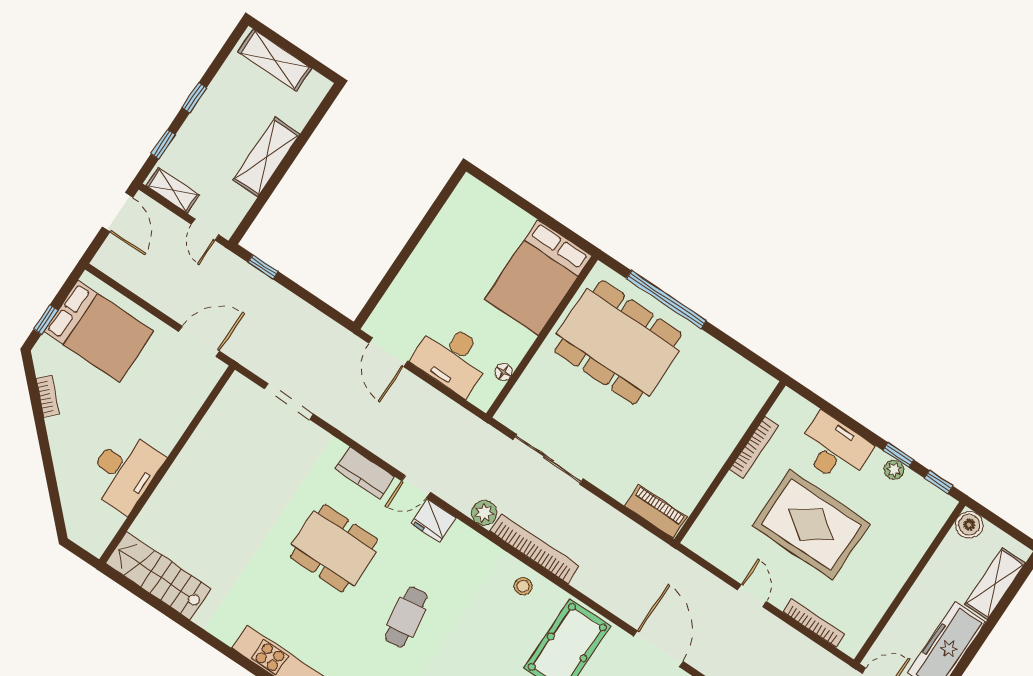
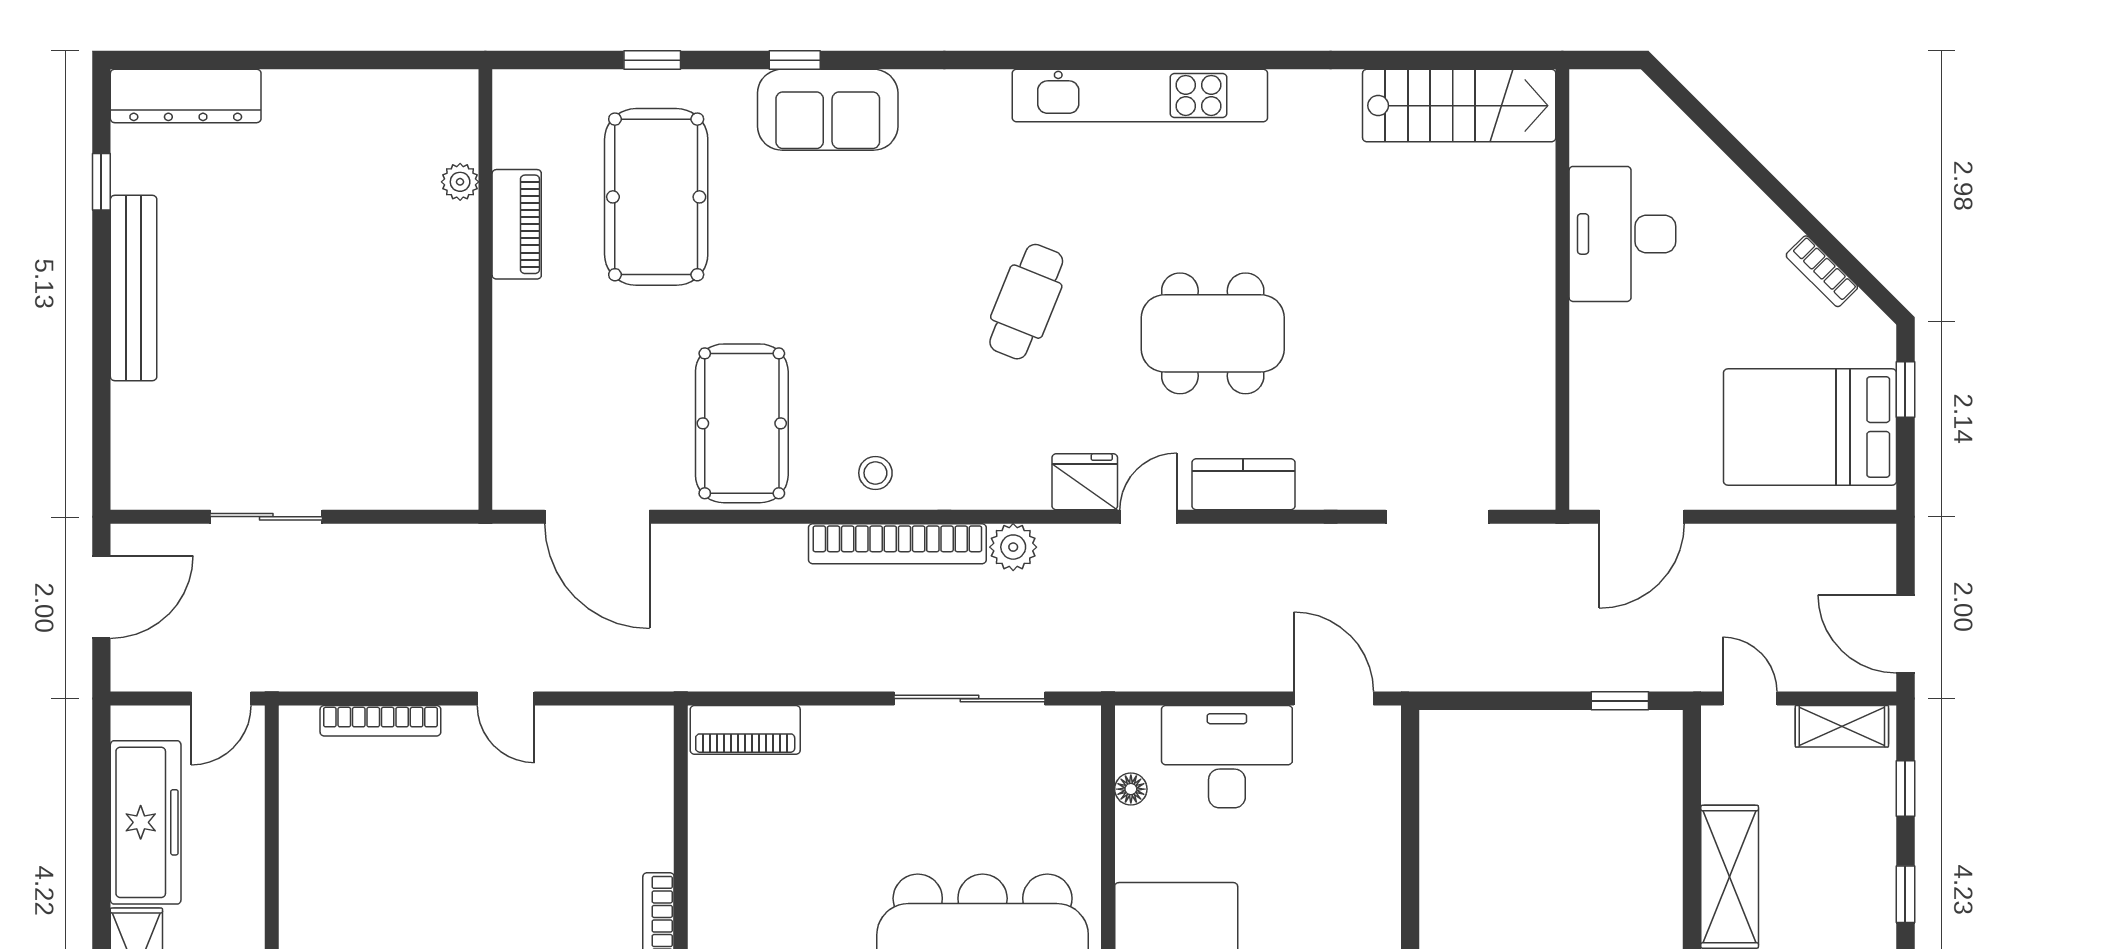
rug: (811, 525) -> (487, 872), removed
cafe table: (406, 617) -> (1026, 302), turned 30

